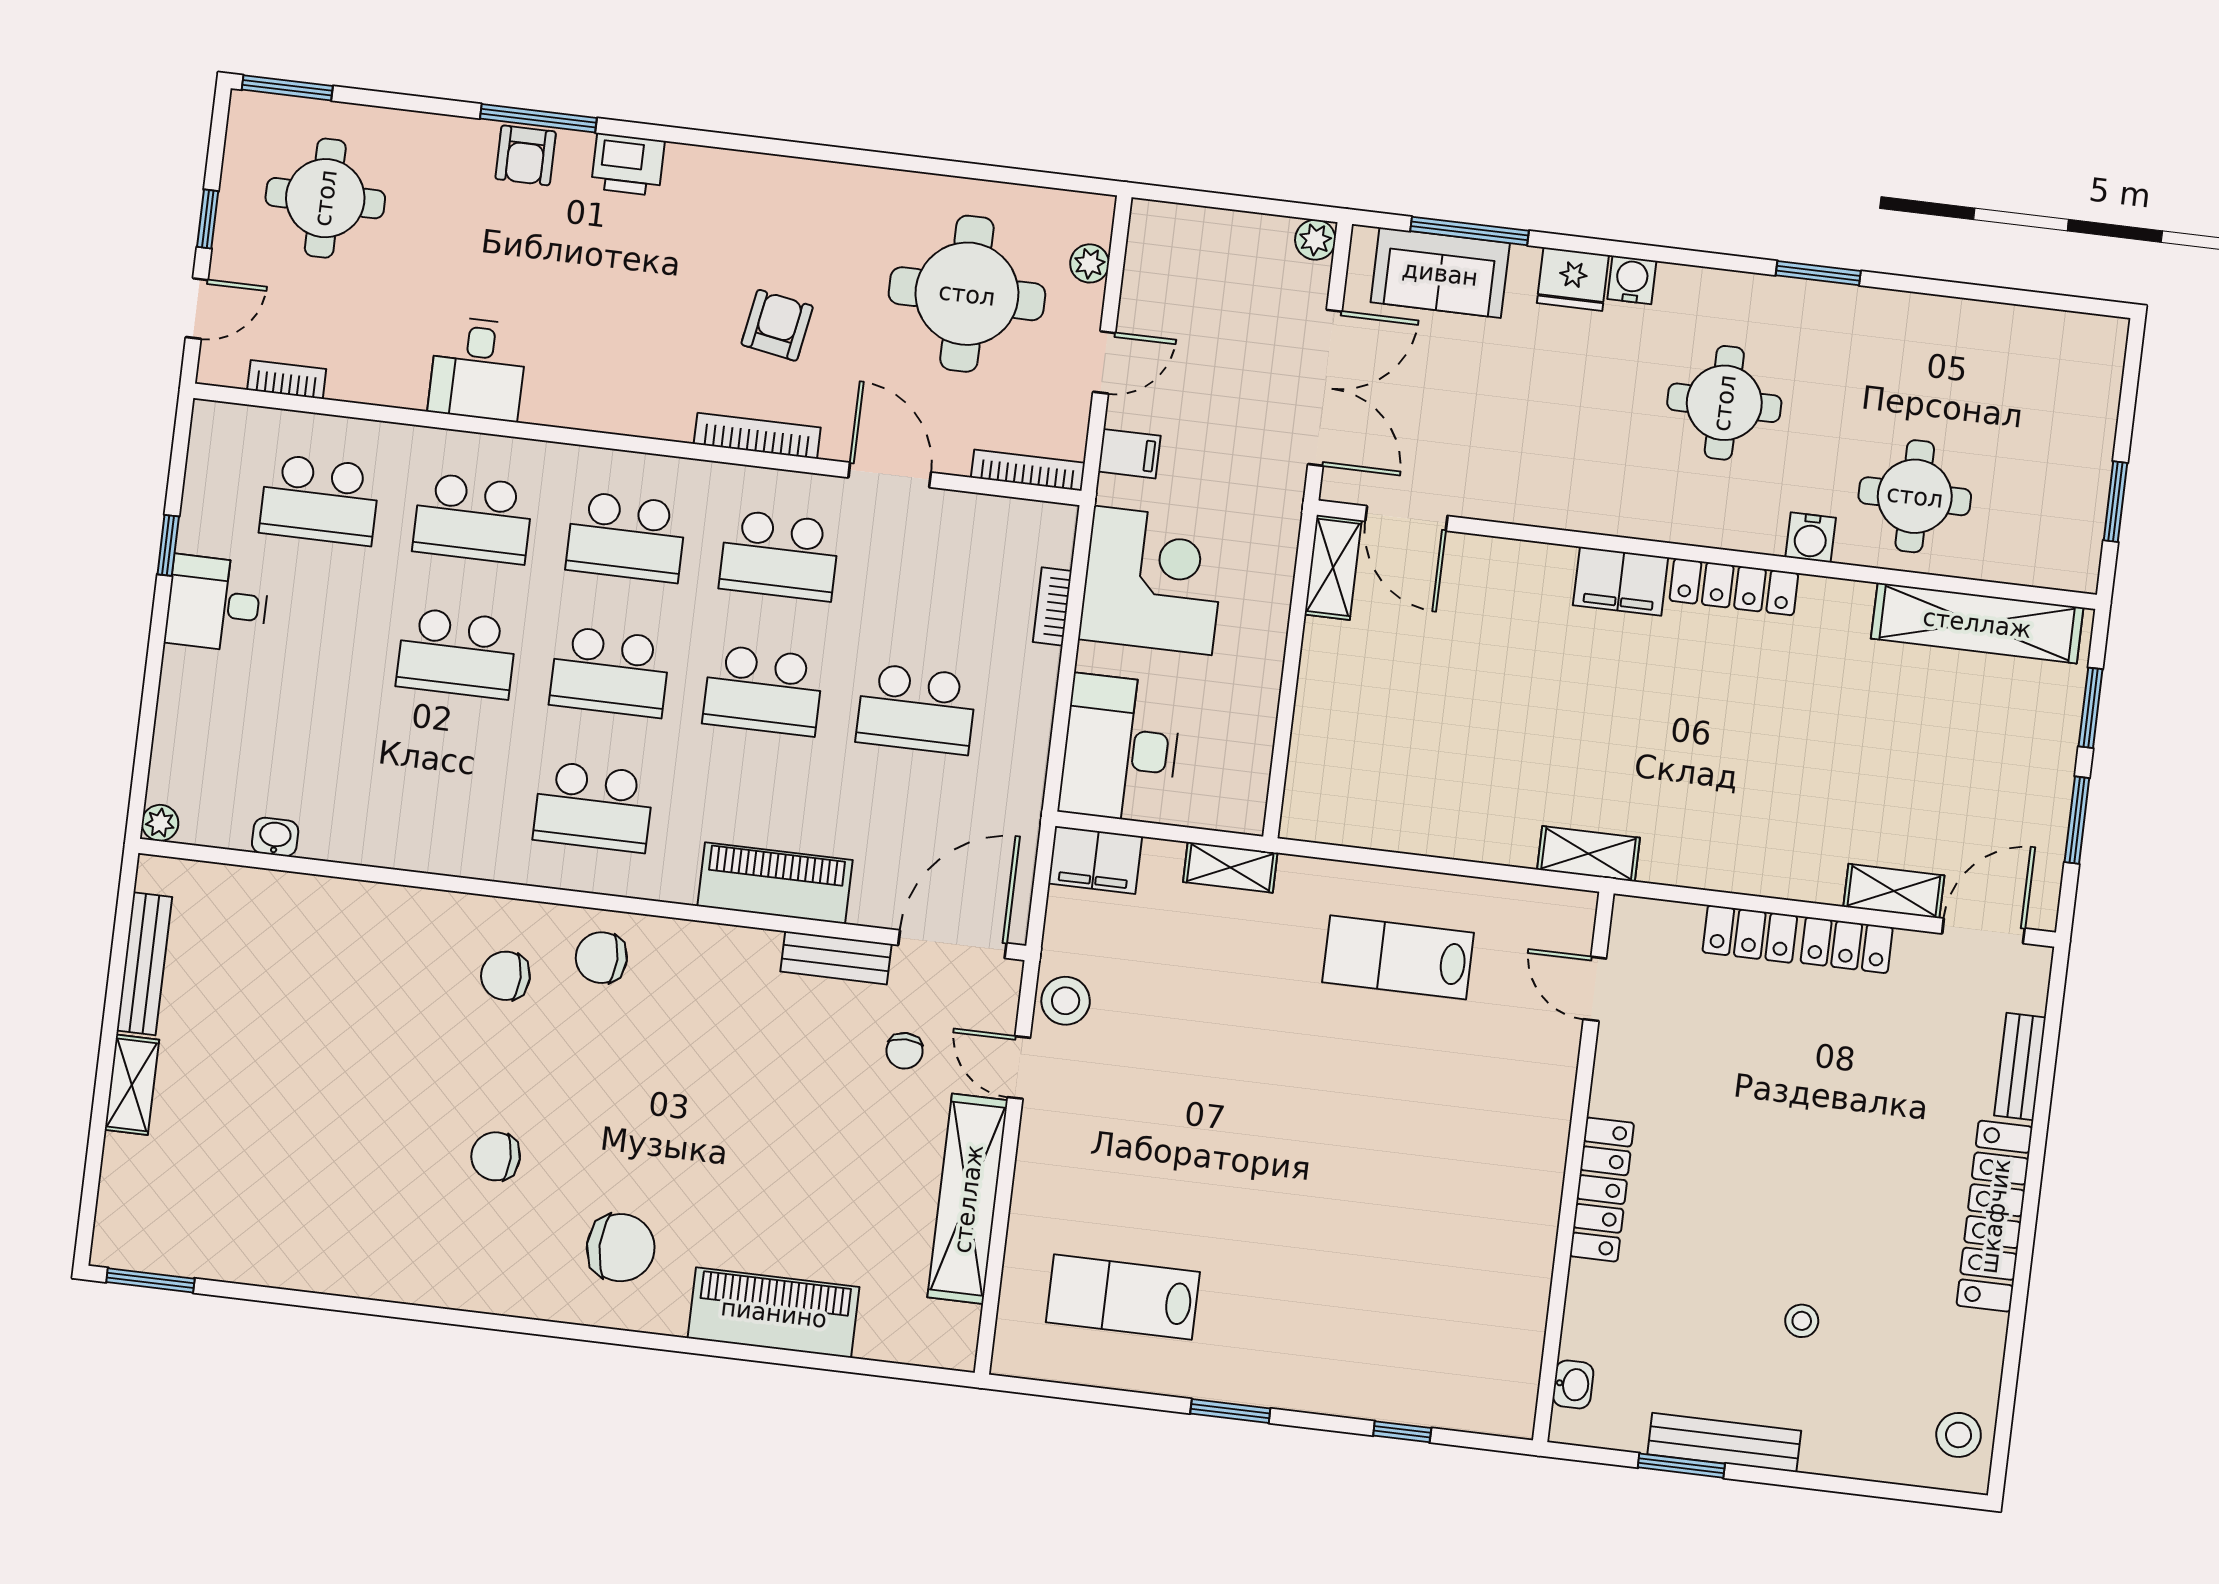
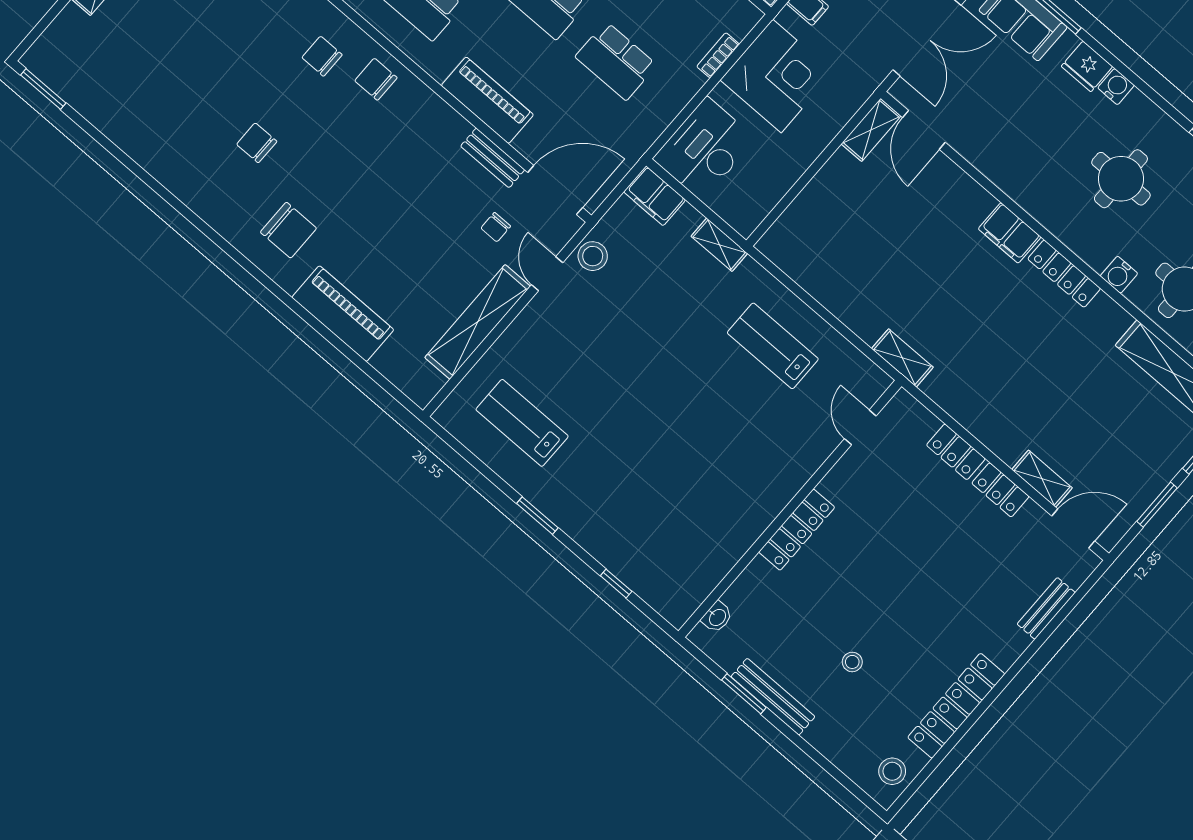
locker: (1995, 1216) -> (956, 706), moved

